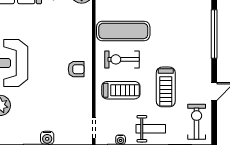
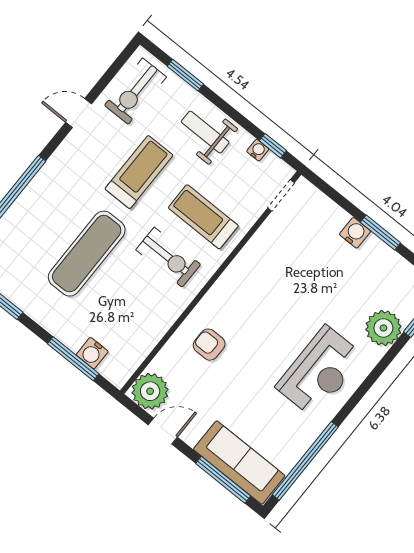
exercise mat: (123, 31) -> (87, 254), moved, turned 90
armchair: (76, 69) -> (209, 345), moved

